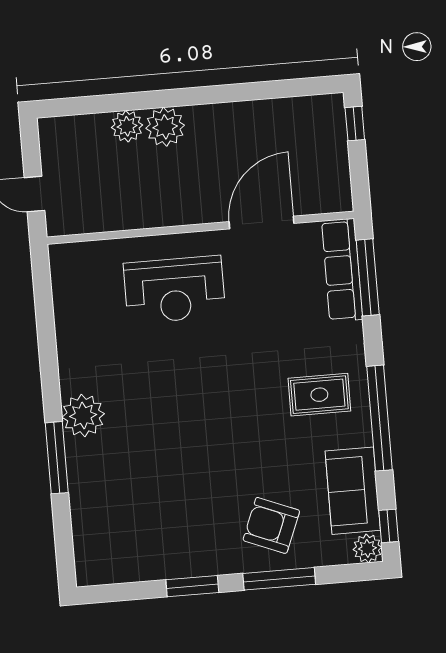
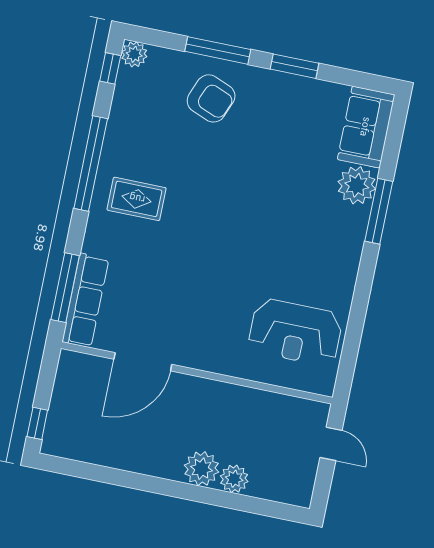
reception desk: (174, 290) -> (295, 332), moved, turned 180
plant: (83, 416) -> (357, 185), moved
sofa: (353, 491) -> (366, 127), moved, turned 180

